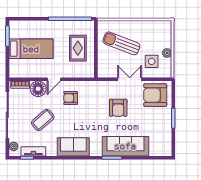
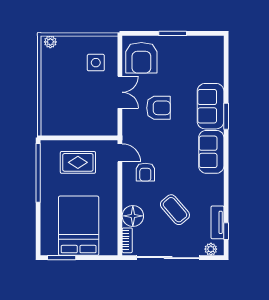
sun lounger: (121, 43) -> (71, 103), removed
bed: (31, 49) -> (79, 226), width x1.50
plant: (167, 53) -> (50, 42), moved
door: (54, 79) -> (120, 153), moved
double door: (130, 79) -> (120, 92), swing flipped
sofa: (125, 146) -> (211, 106), width x0.73
sofa: (73, 147) -> (211, 152), moved

